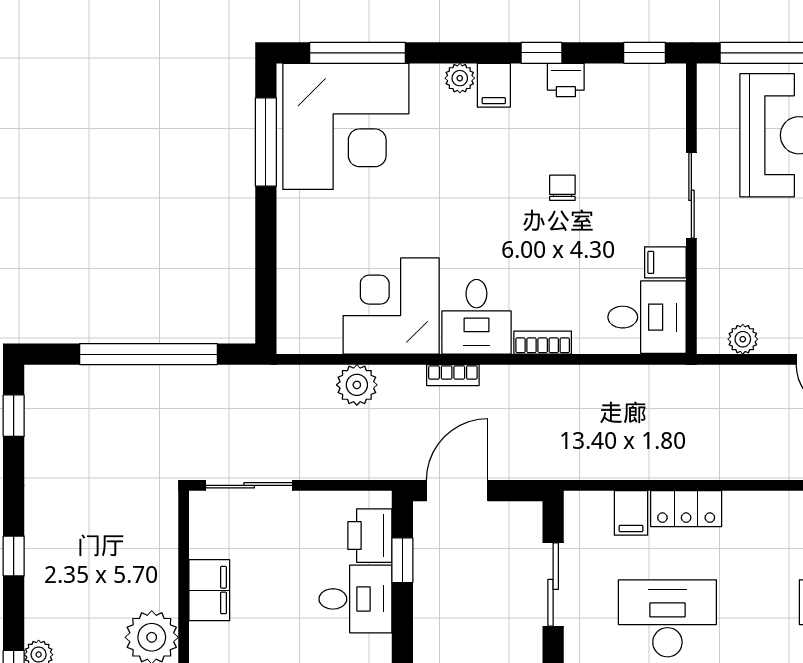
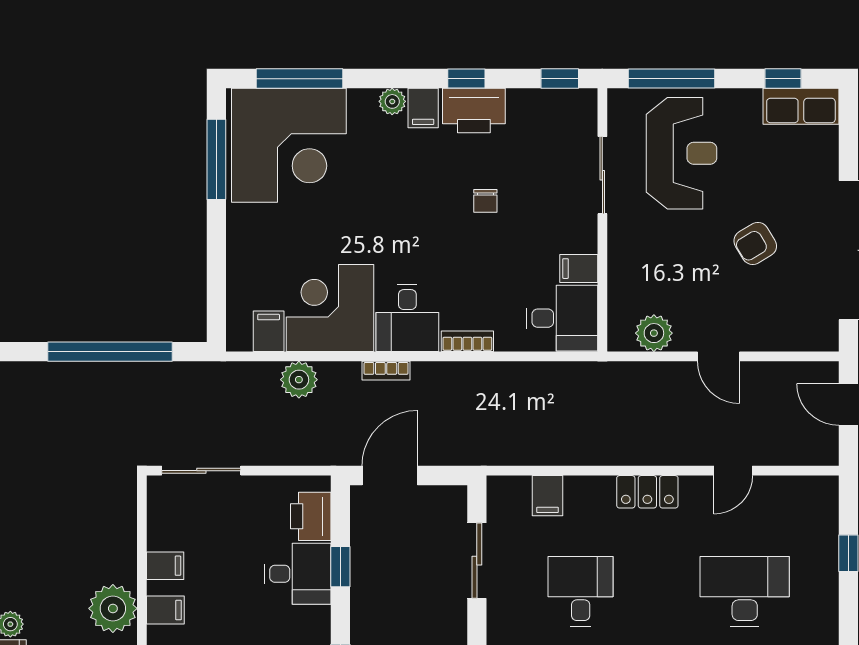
printer: (566, 80) -> (474, 110), width x1.87, depth x1.48
chair: (562, 188) -> (485, 201), turned 180
sliding door: (691, 195) -> (602, 175), moved
filing cabinet: (323, 332) -> (269, 331), added
plant: (743, 339) -> (654, 333), width x1.38, depth x1.38
locker: (686, 509) -> (647, 492), moved
window: (402, 560) -> (340, 567), moved
filing cabinet: (209, 590) -> (165, 566), width x0.50
desk: (667, 618) -> (581, 591), width x0.73
filing cabinet: (210, 639) -> (165, 610), added

